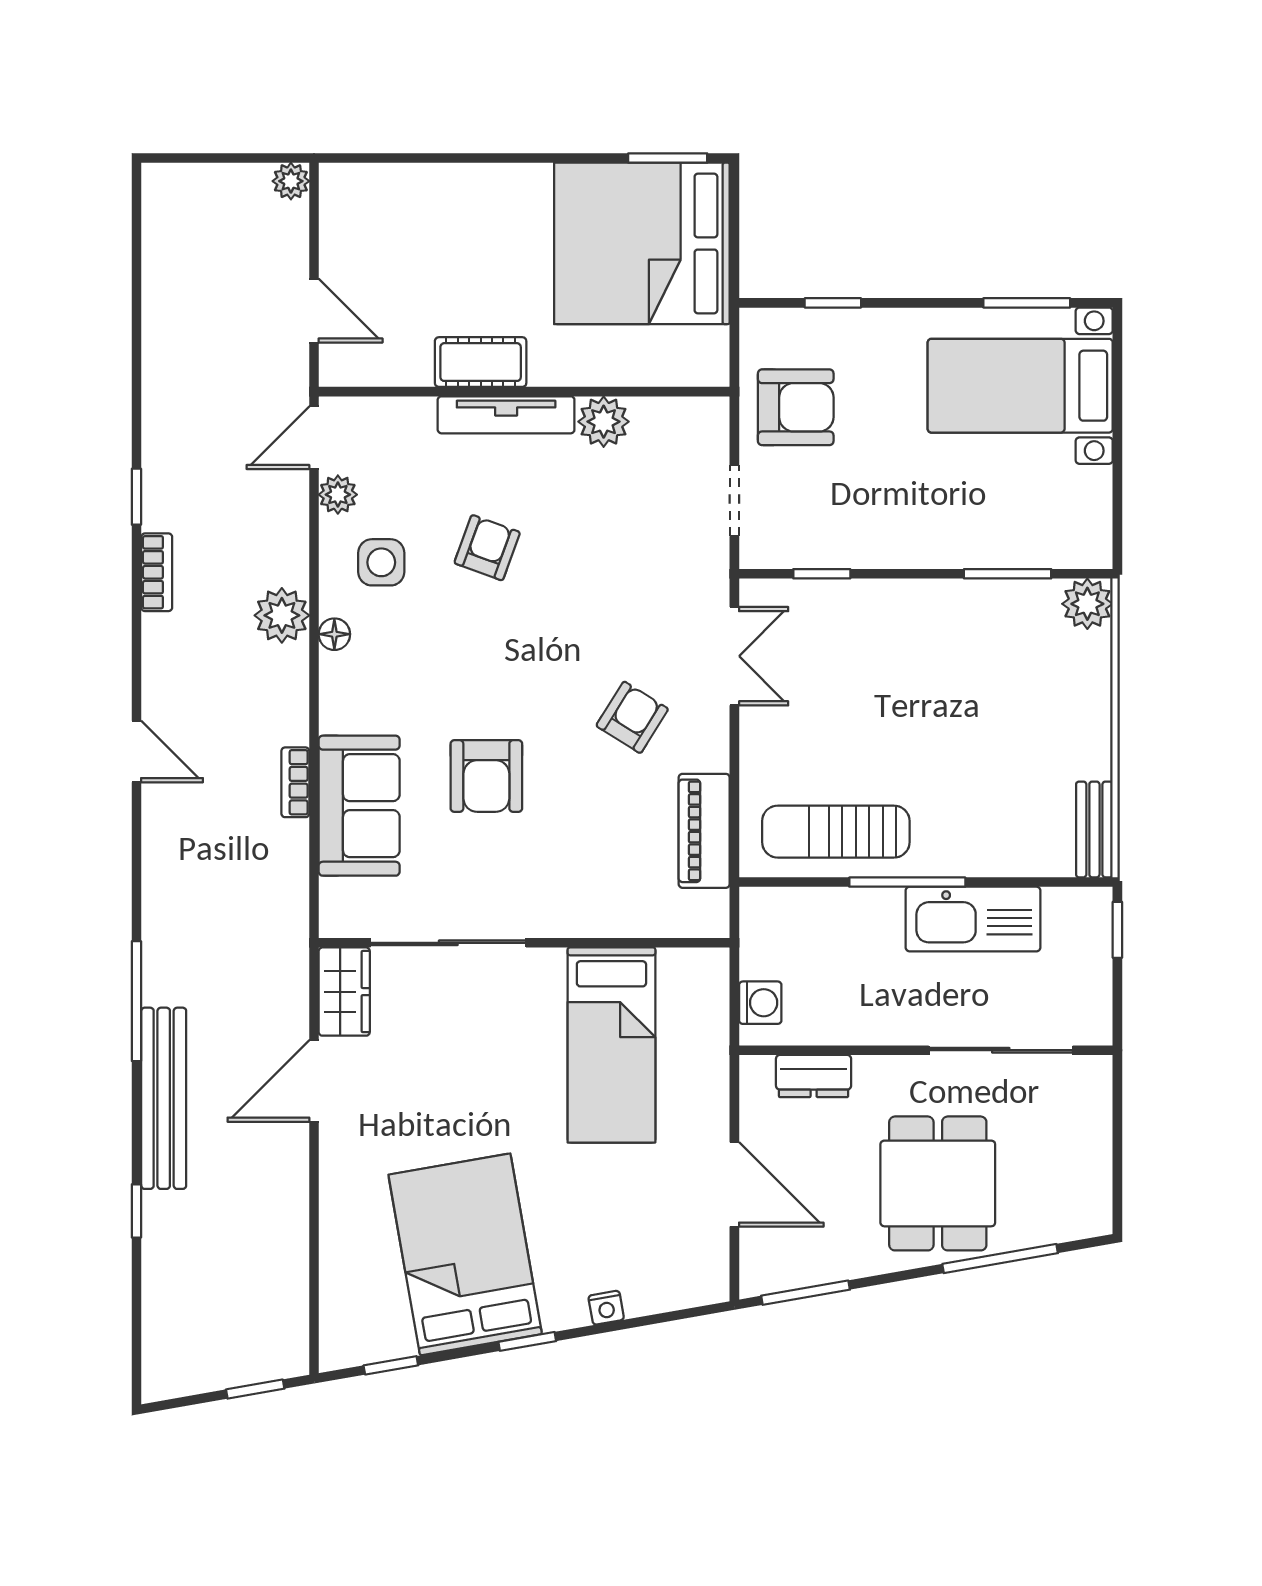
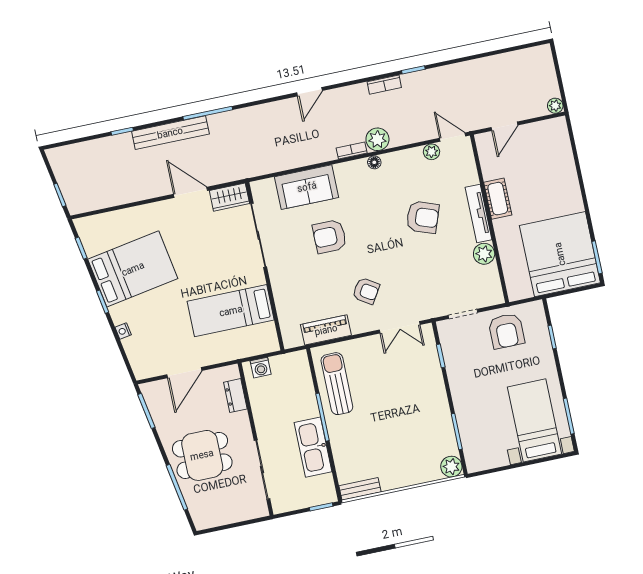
armchair: (487, 548) -> (423, 217), width x1.38, depth x1.38
side table: (381, 562) -> (408, 175), removed
bookcase: (295, 782) -> (352, 150), moved

